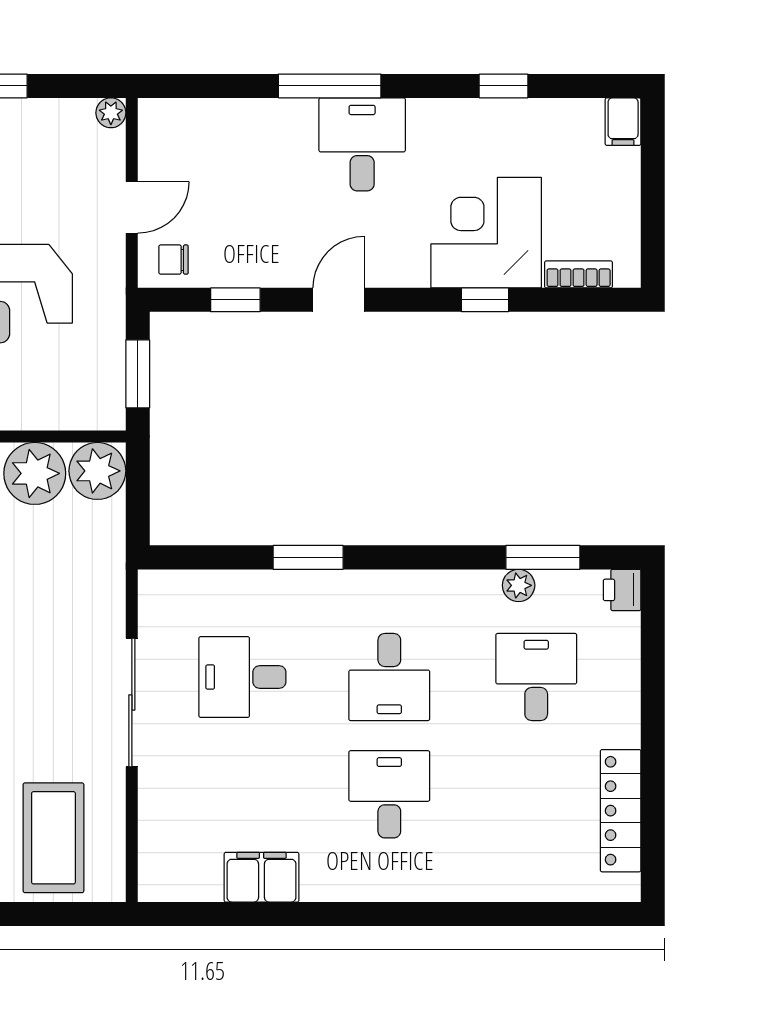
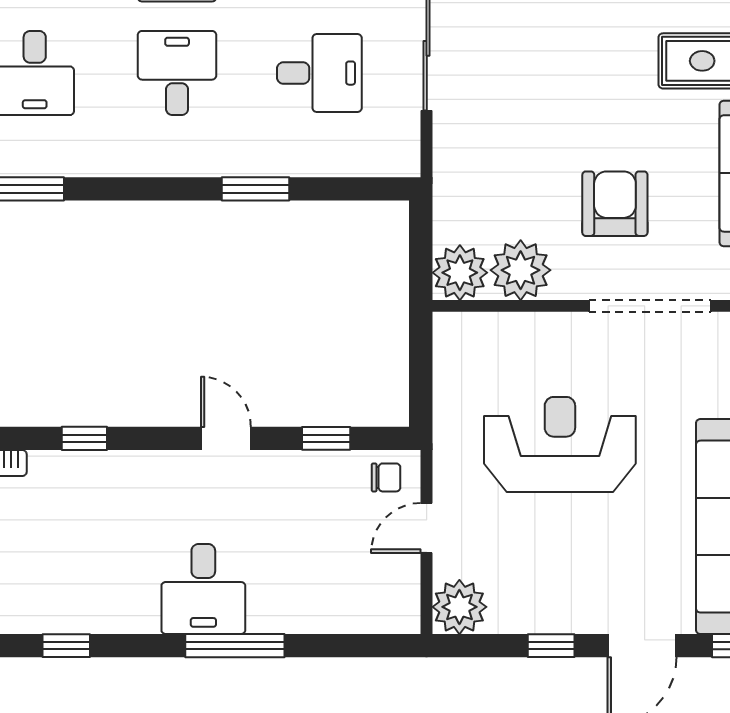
plant: (111, 113) -> (459, 607), width x1.88, depth x1.88
corner desk: (486, 233) -> (83, 503), removed
door: (339, 300) -> (226, 438), swing flipped
window: (138, 374) -> (421, 367), removed
plant: (519, 585) -> (52, 162), removed

